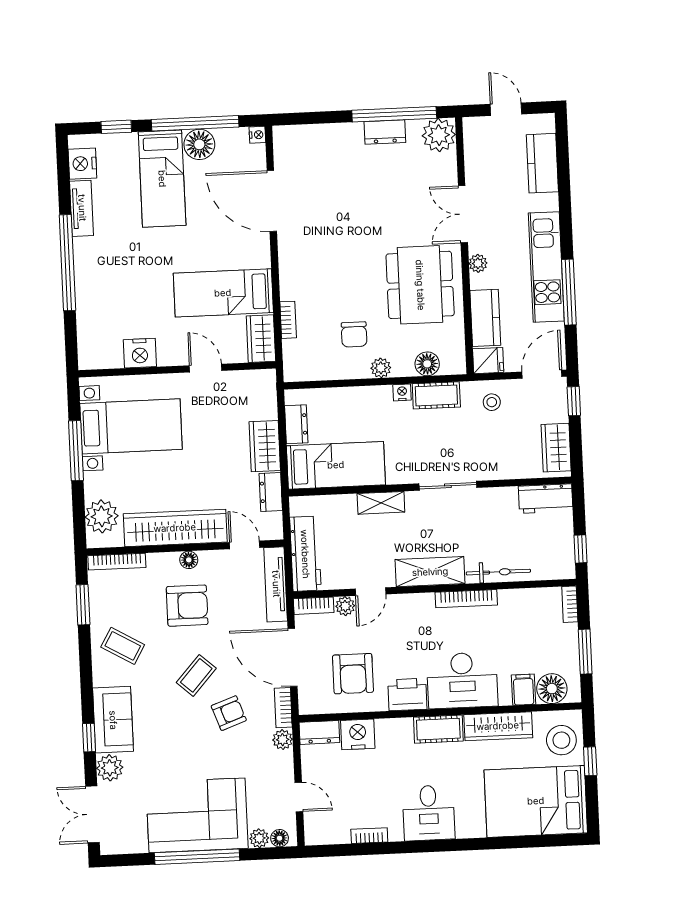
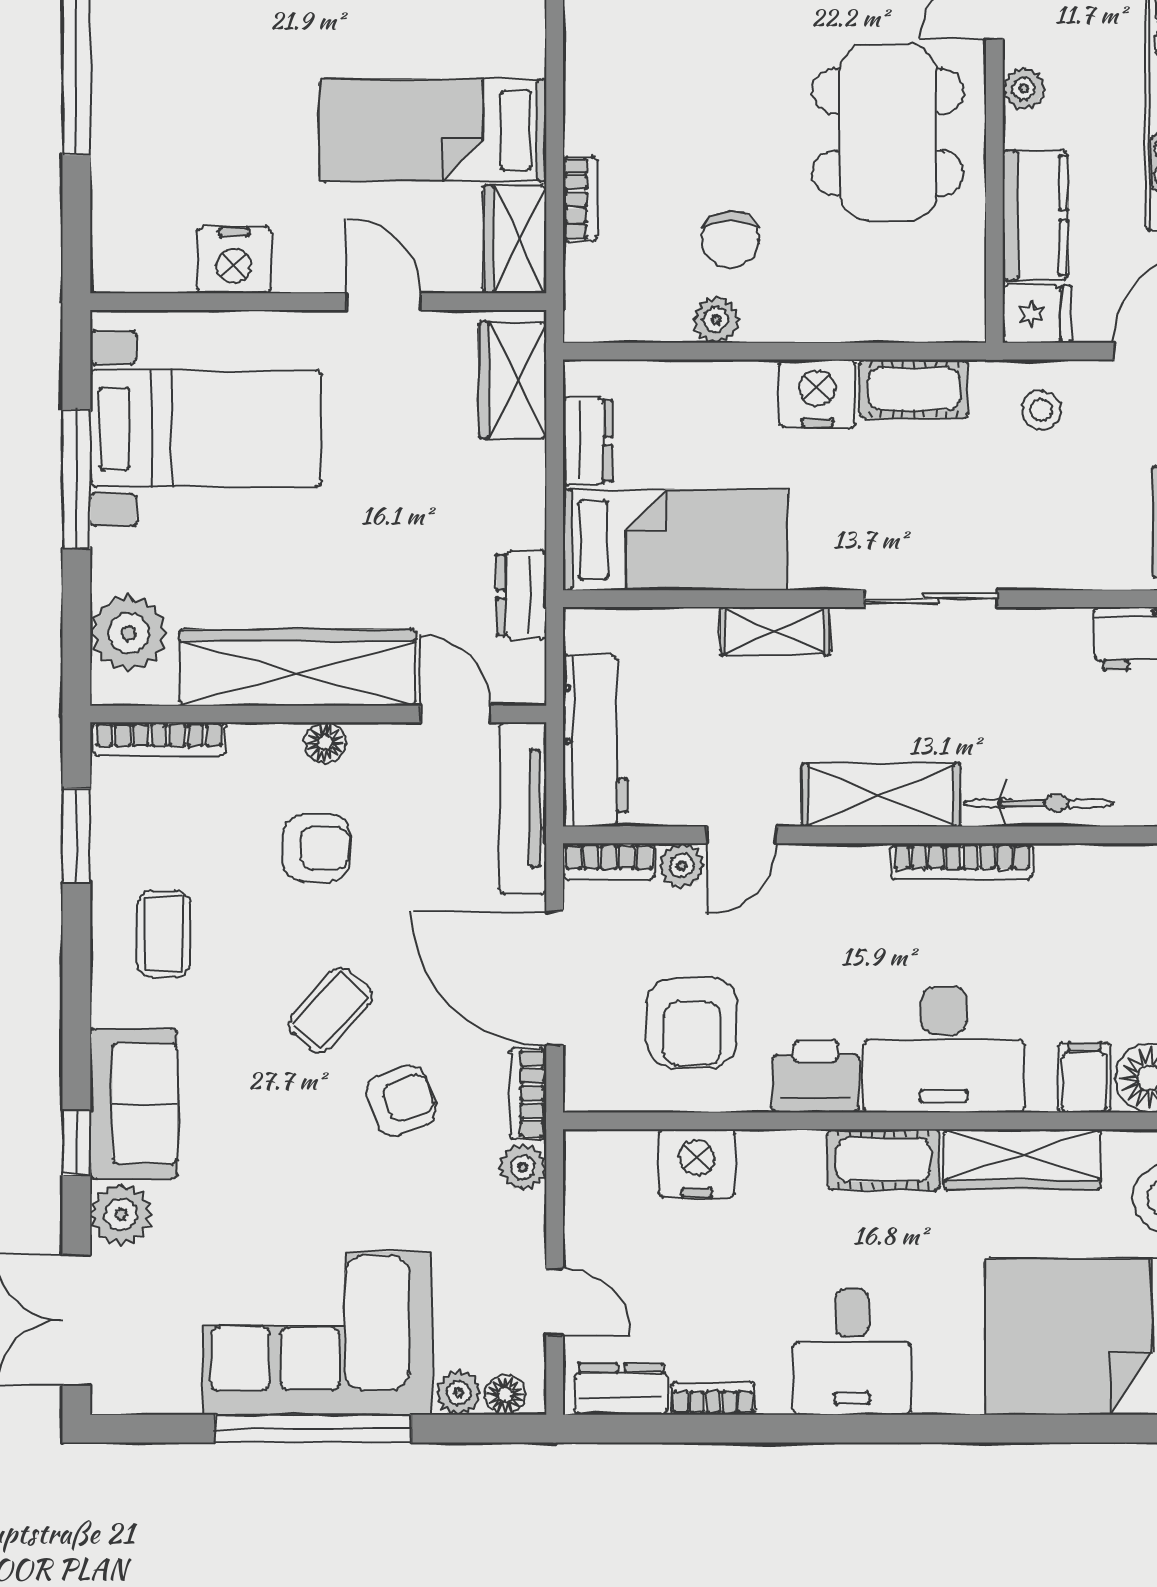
floor lamp: (427, 364) -> (896, 315), removed
plant: (381, 368) -> (716, 320), moved
nightstand: (402, 392) -> (817, 394), width x1.89, depth x1.79
wardrobe: (265, 446) -> (513, 380), moved
armchair: (187, 606) -> (317, 848), width x0.72, depth x0.72
coffee table: (123, 646) -> (164, 934), turned 60
dresser: (319, 732) -> (621, 1389), moved, turned 180

